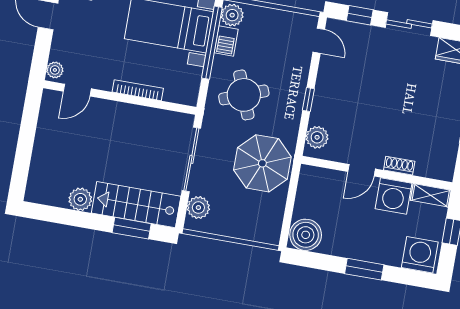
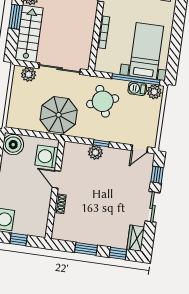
plant: (317, 137) -> (95, 152), moved
shelving: (431, 195) -> (42, 225), removed
washing machine: (393, 196) -> (47, 156), moved
window: (132, 228) -> (16, 17), moved

